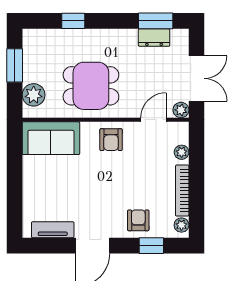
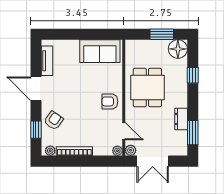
dresser: (154, 38) -> (181, 119), moved
floor lamp: (36, 42) -> (178, 49), added
plant: (34, 95) -> (141, 47), removed
sofa: (51, 138) -> (100, 51), moved, turned -90
plant: (182, 152) -> (117, 151), moved
armchair: (138, 220) -> (54, 120), turned -55

